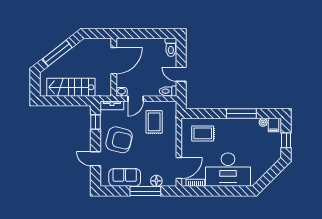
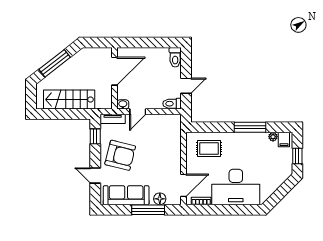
door: (181, 74) -> (186, 86), swing flipped
rug: (154, 122) -> (157, 136), removed
sofa: (125, 177) -> (126, 195), width x1.36

